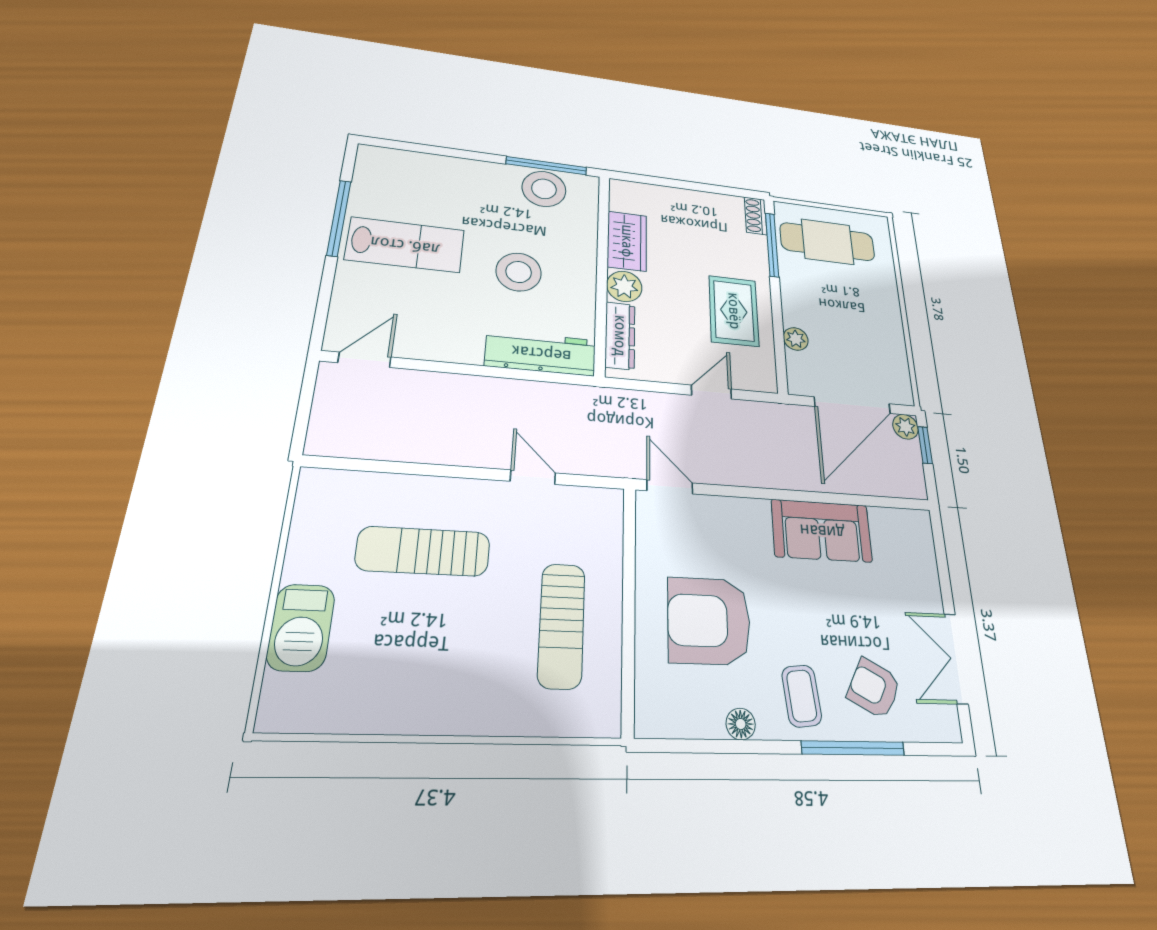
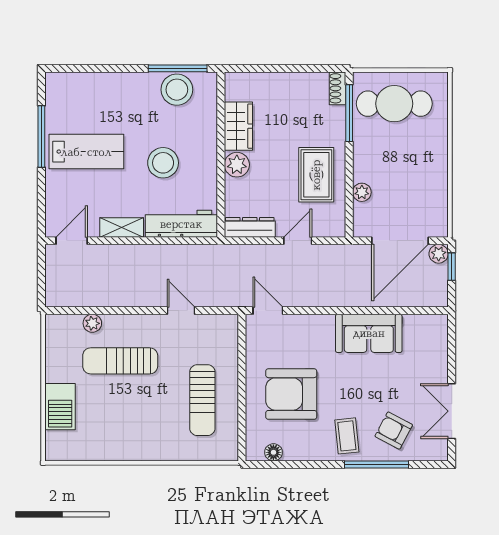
dresser: (620, 336) -> (250, 227), moved, turned -90
shelving: (448, 349) -> (122, 227), added
plant: (382, 487) -> (92, 323), added
floor lamp: (741, 724) -> (273, 452), moved

